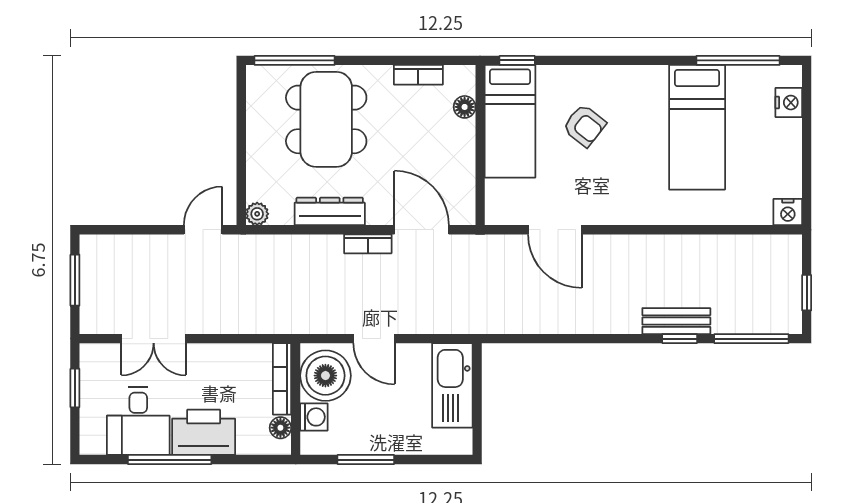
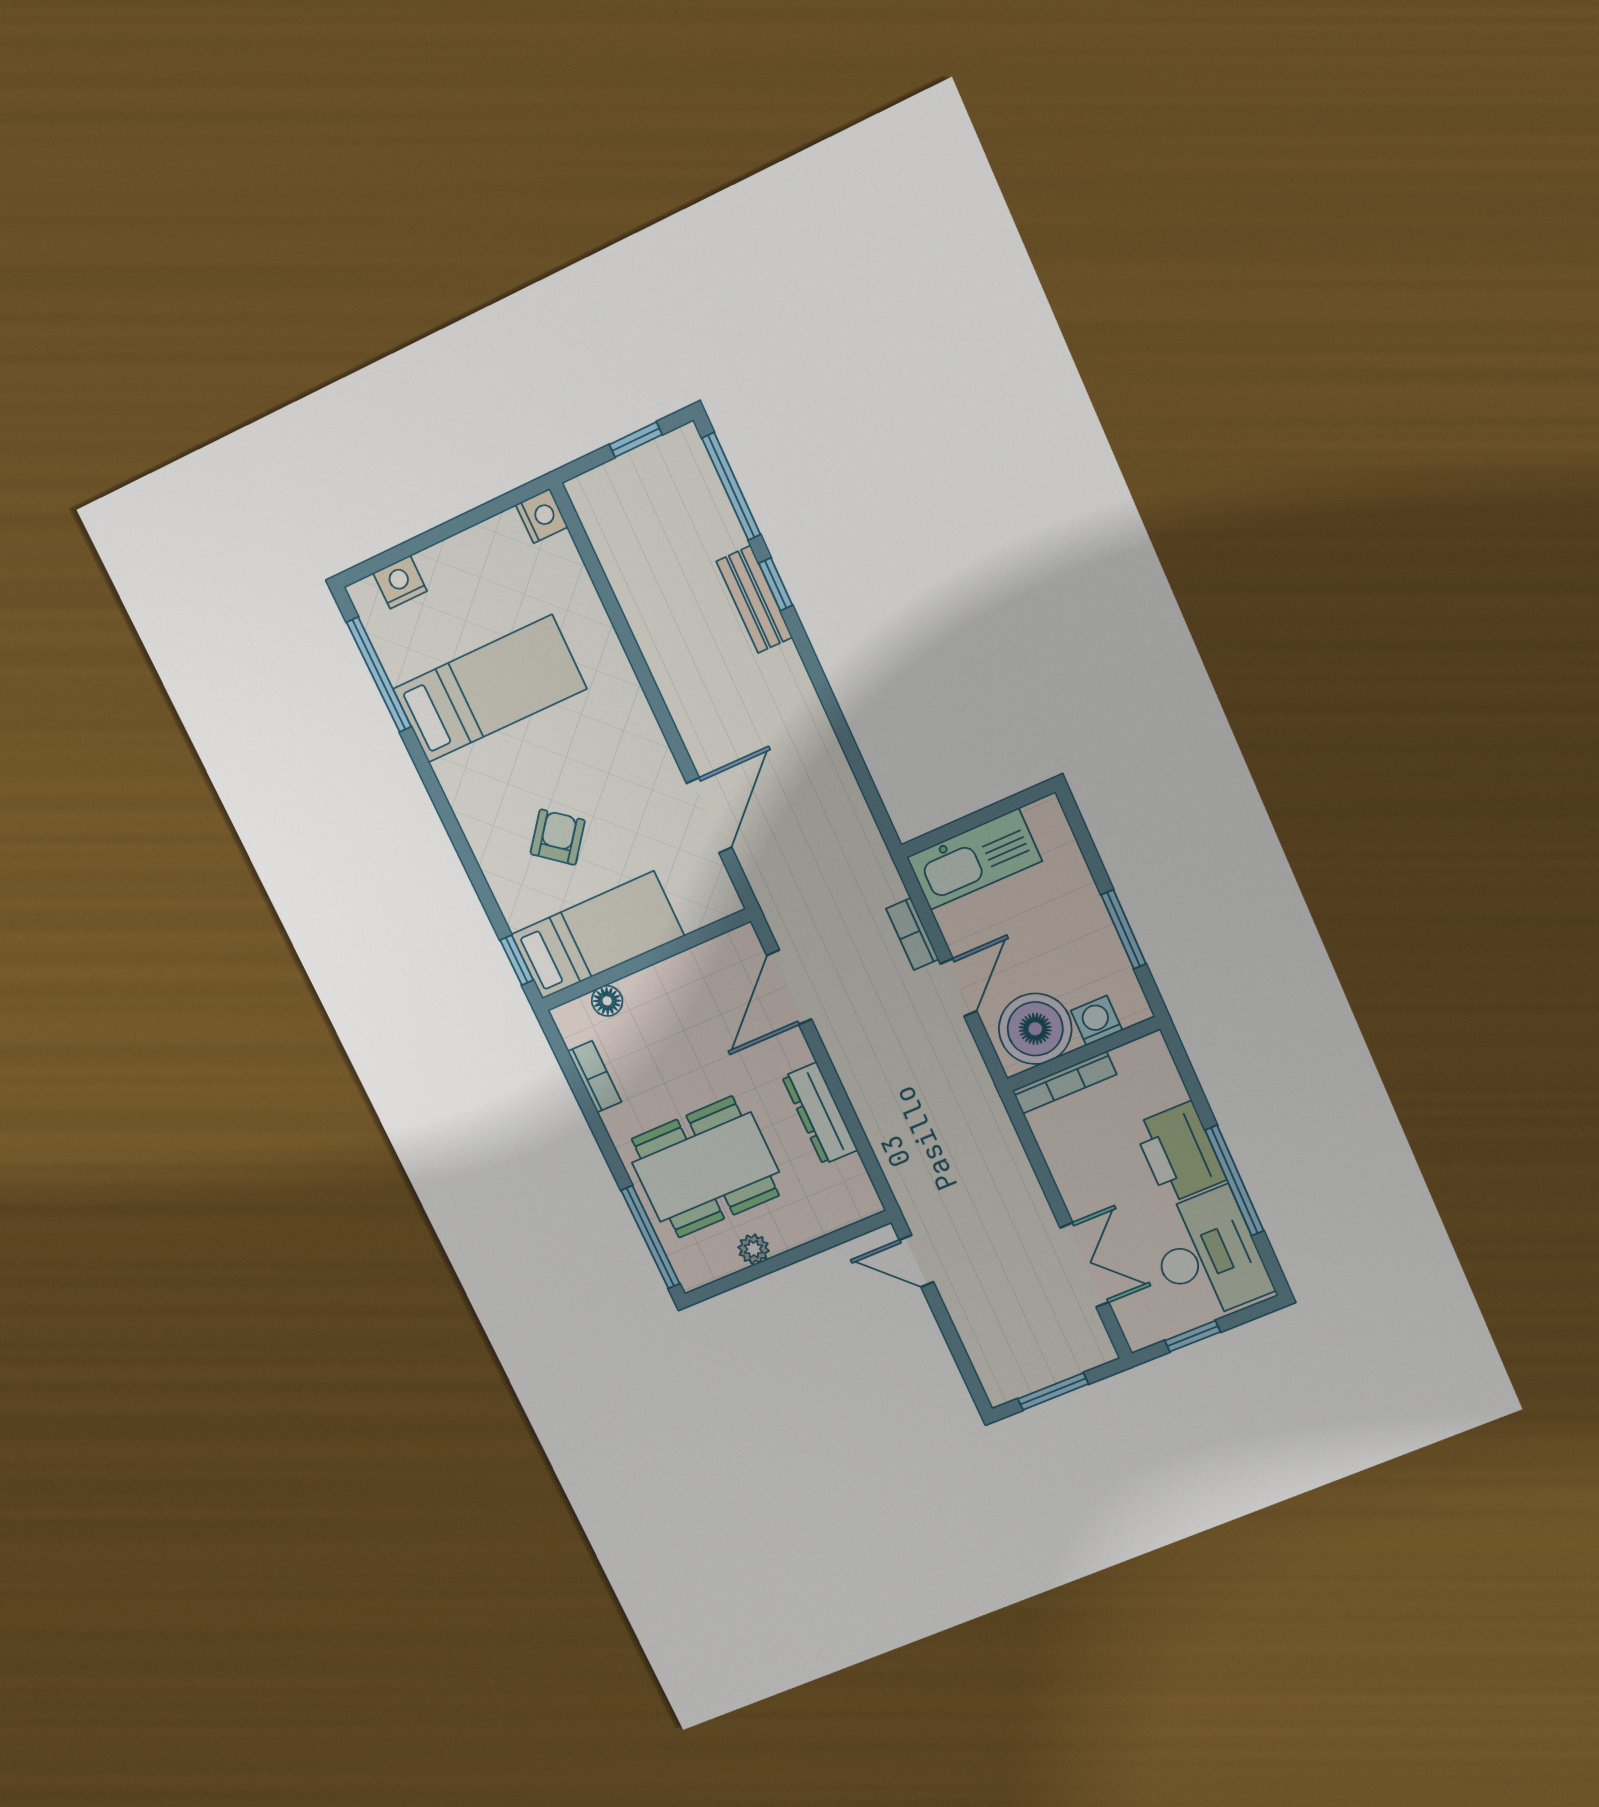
plant: (257, 214) -> (754, 1249), moved
bookcase: (368, 244) -> (912, 934), moved, turned 180
desk: (138, 421) -> (1207, 1255), width x1.37
floor lamp: (280, 428) -> (1130, 1057), removed

